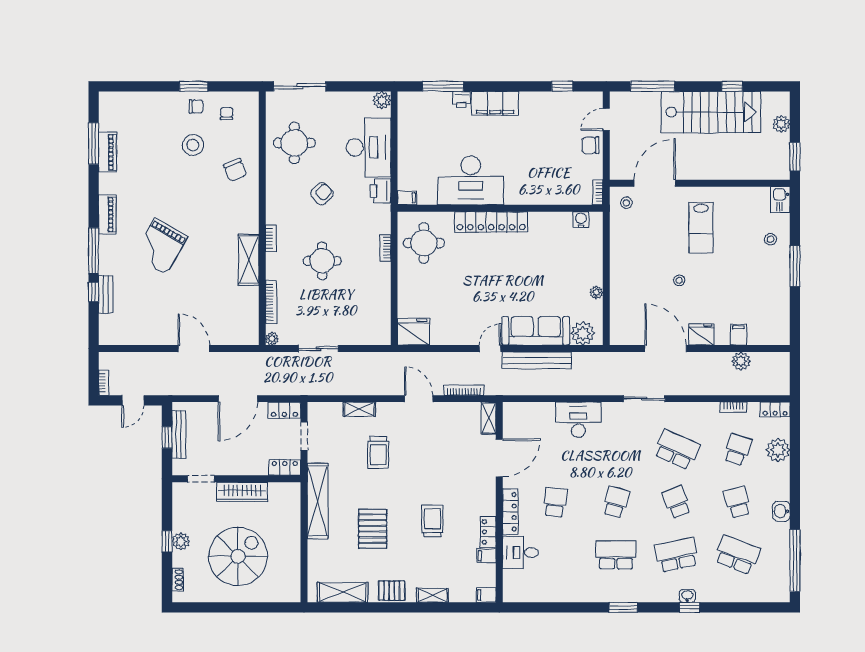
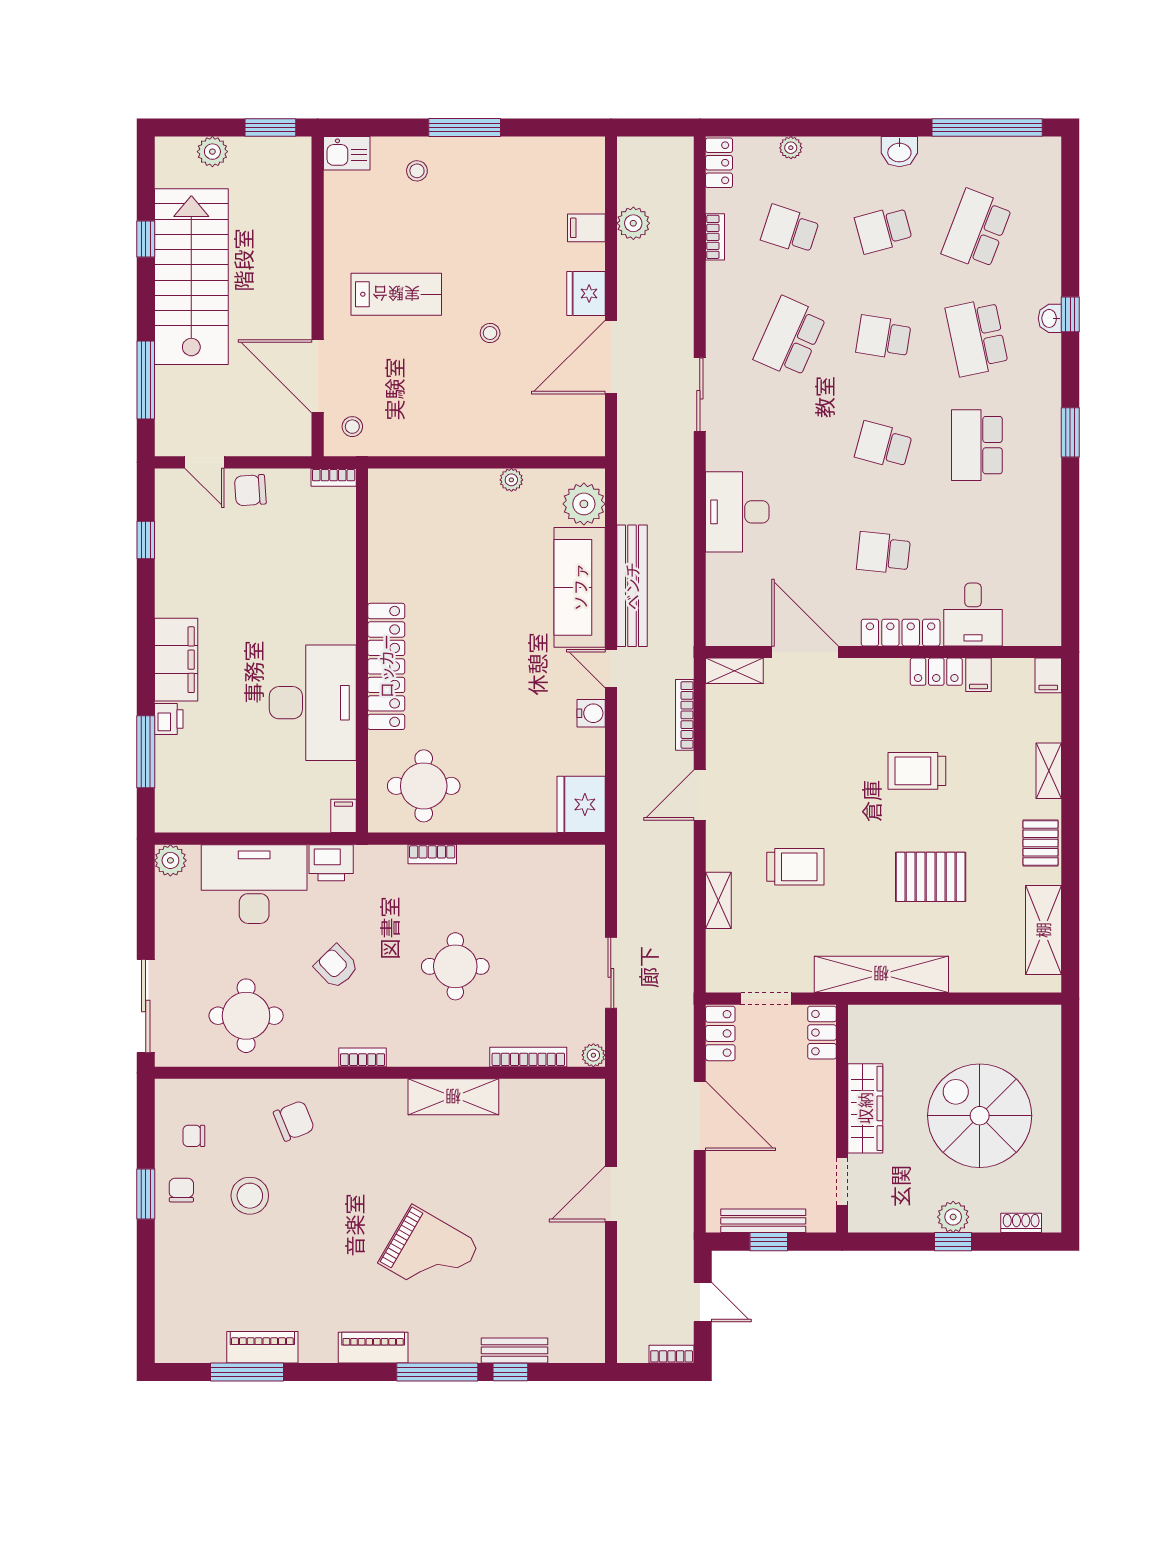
chair: (591, 145) -> (250, 490), turned 86
water cooler: (581, 219) -> (591, 713), moved, turned 180
bookcase: (271, 238) -> (363, 1057), moved
plant: (778, 450) -> (791, 148), width x0.53, depth x0.53
school desk: (677, 502) -> (884, 337), turned 30

